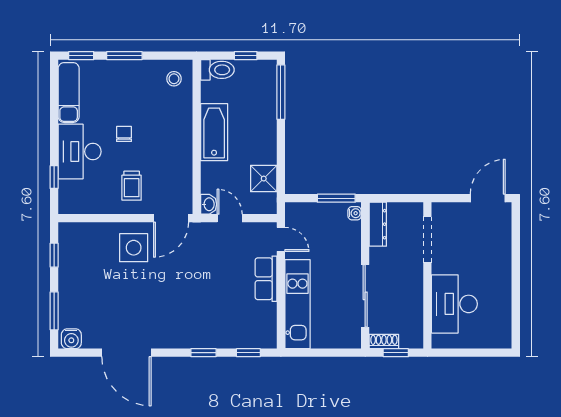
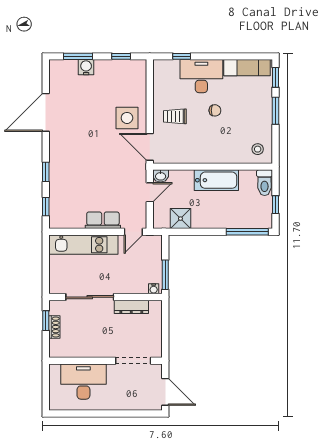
dresser: (378, 224) -> (131, 307), moved
doorway: (427, 240) -> (133, 361), moved
wall: (427, 275) -> (106, 361), moved
desk: (454, 304) -> (83, 382), moved
water cooler: (71, 339) -> (86, 67), moved, turned 90
shoe rack: (384, 342) -> (54, 327), moved

